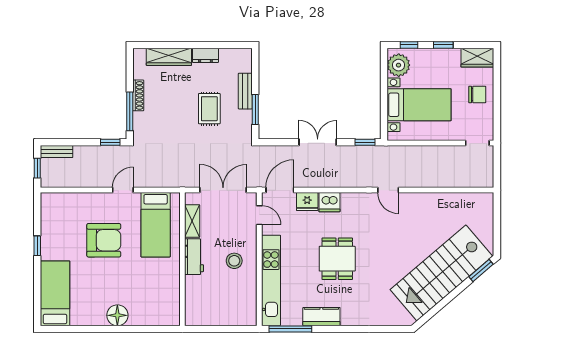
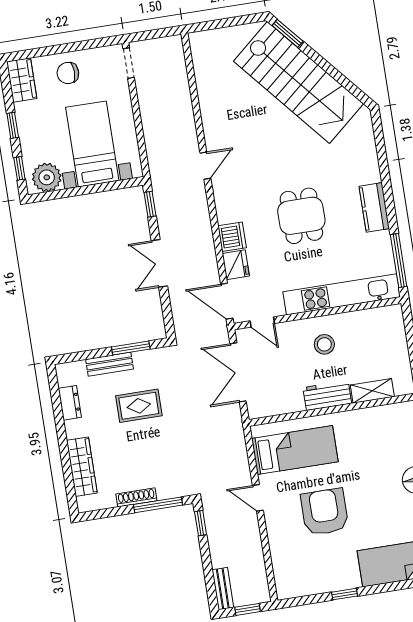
dresser: (205, 55) -> (70, 403), moved
chair: (477, 94) -> (68, 73), turned -90
door: (259, 215) -> (262, 322), swing flipped
shelving: (192, 221) -> (372, 391), moved
dining table: (337, 259) -> (301, 216), turned 90
kitchen counter: (321, 317) -> (374, 207), moved

